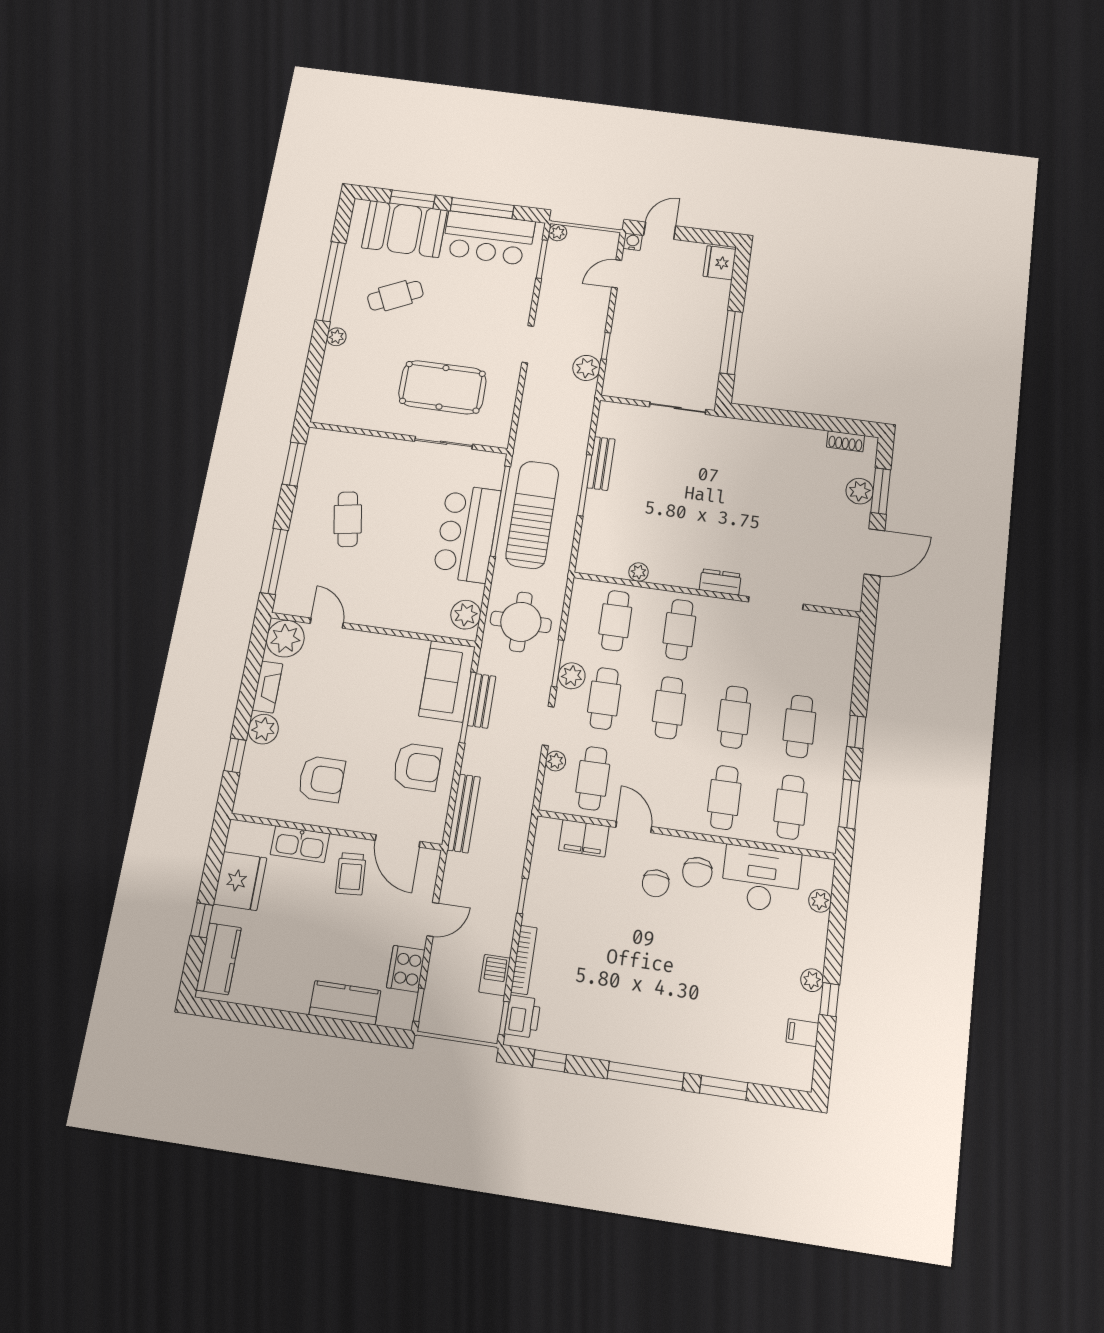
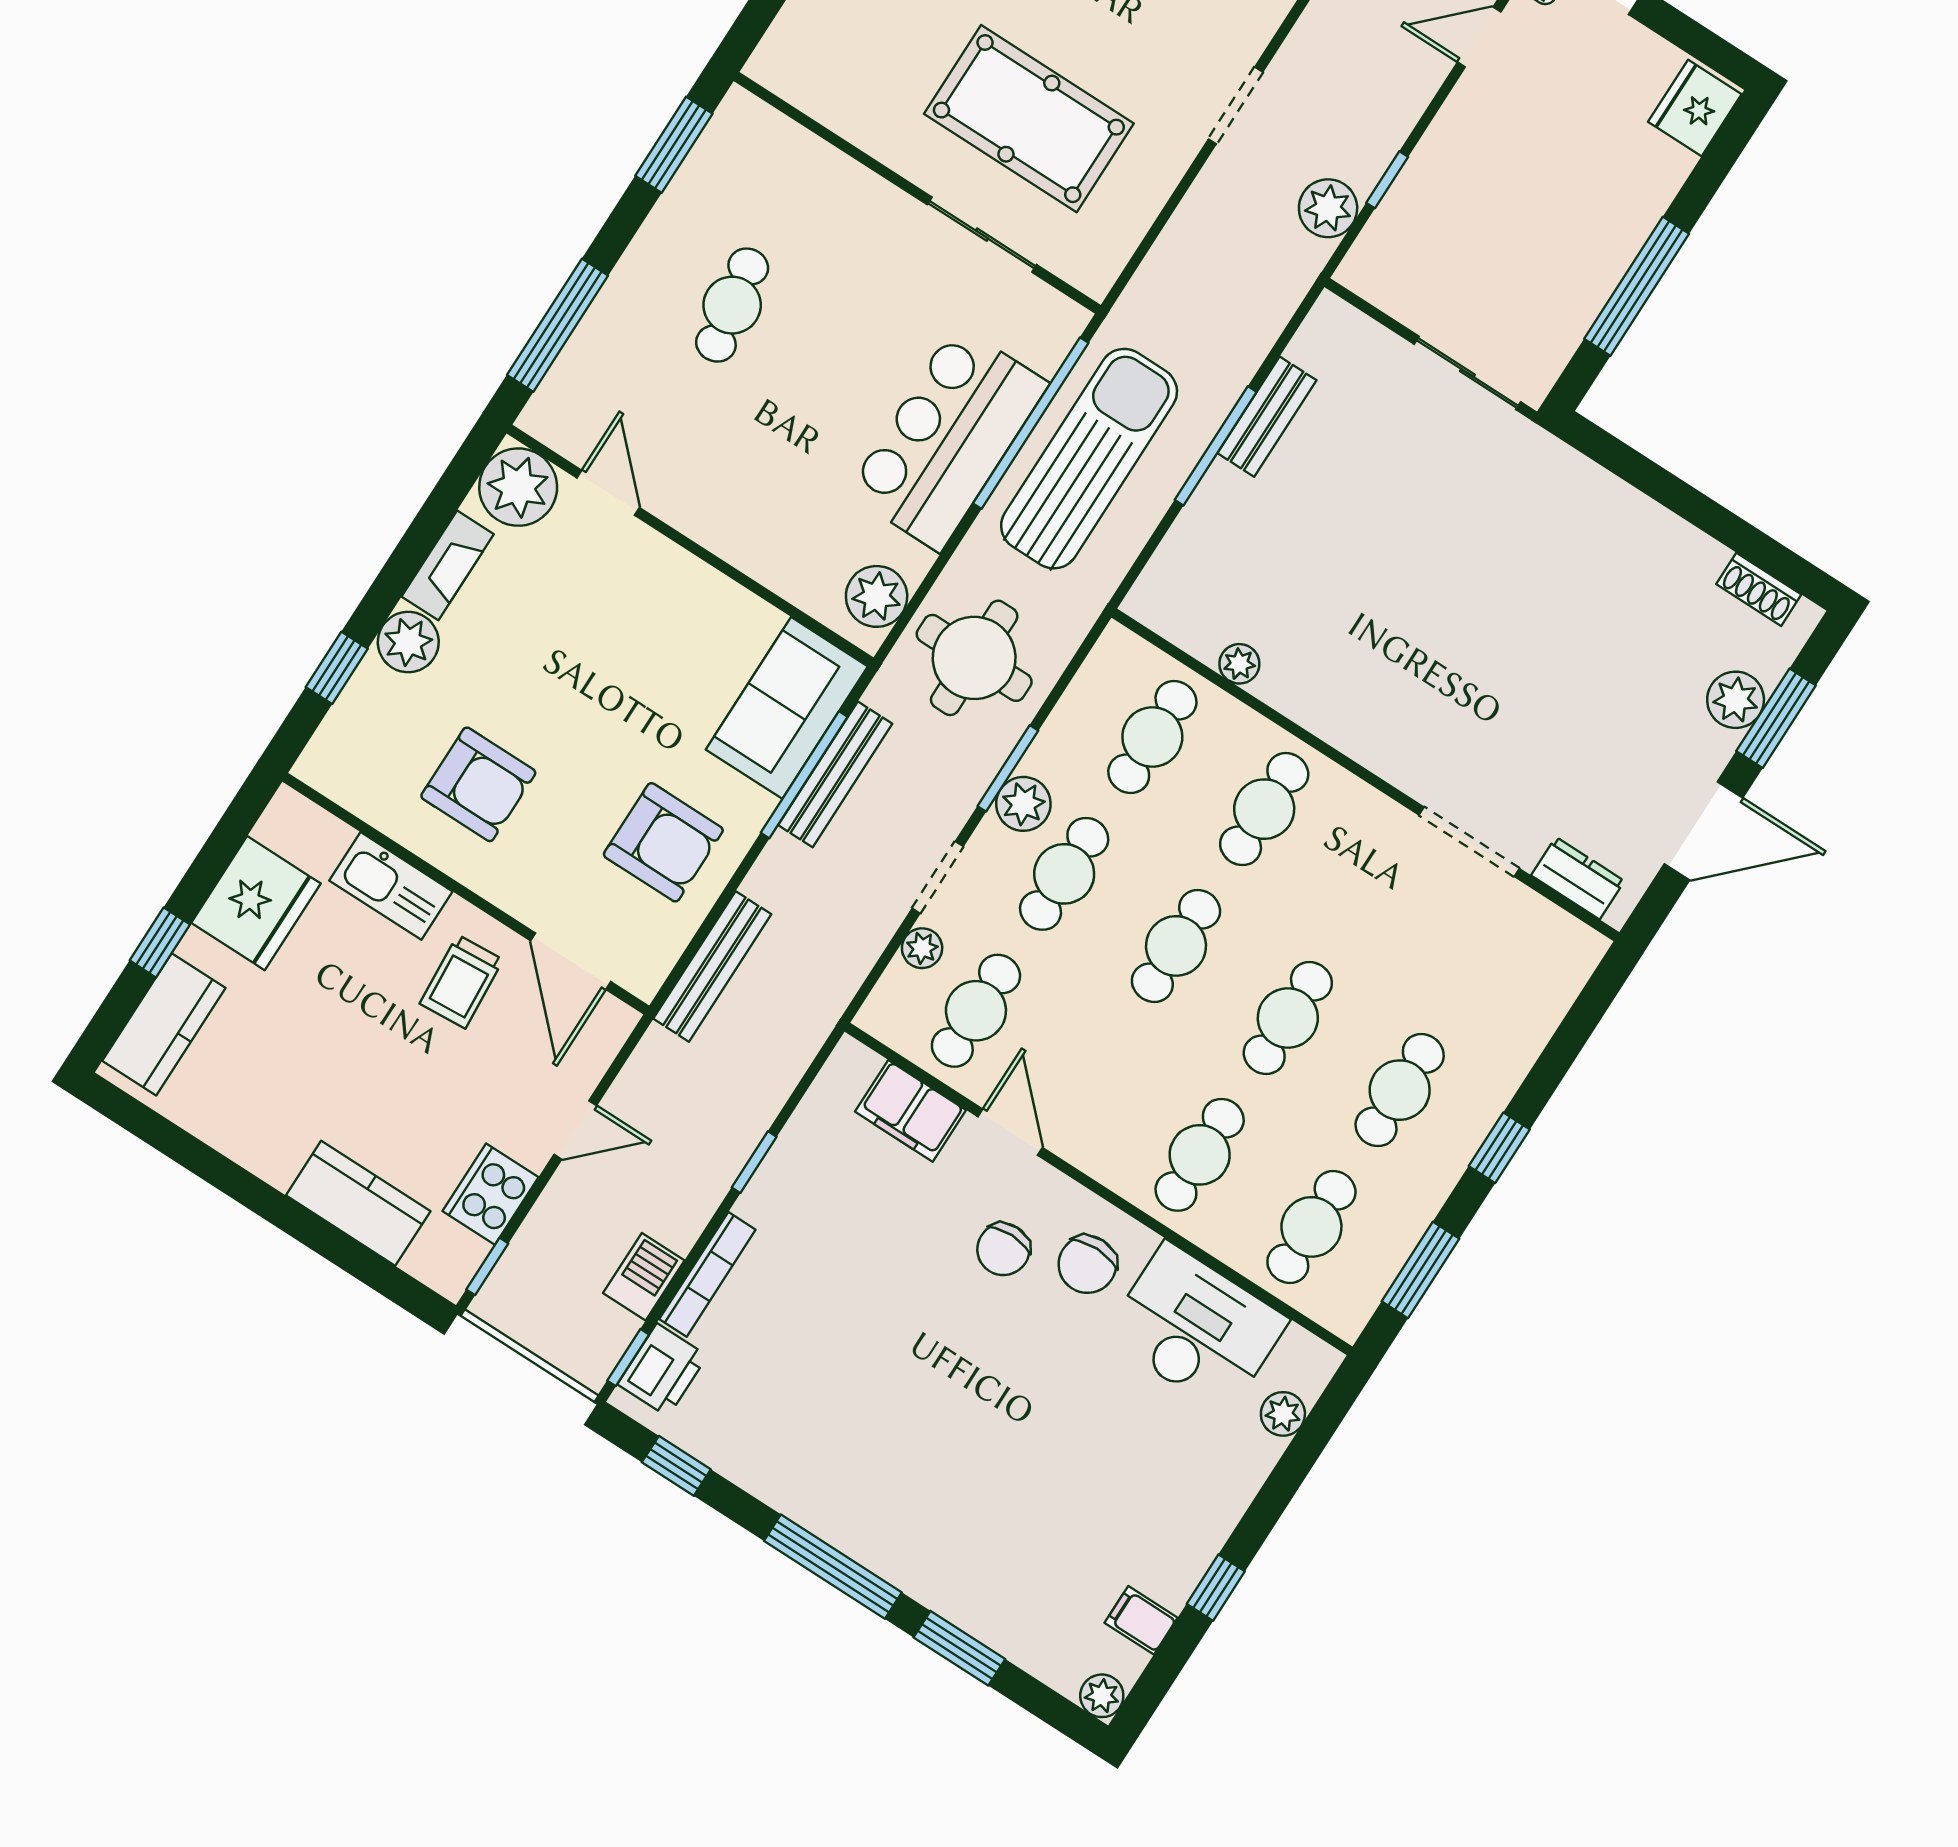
dresser: (720, 582) -> (1578, 878), moved
bench: (482, 701) -> (835, 774), width x1.36
plant: (812, 980) -> (1102, 1696), moved

